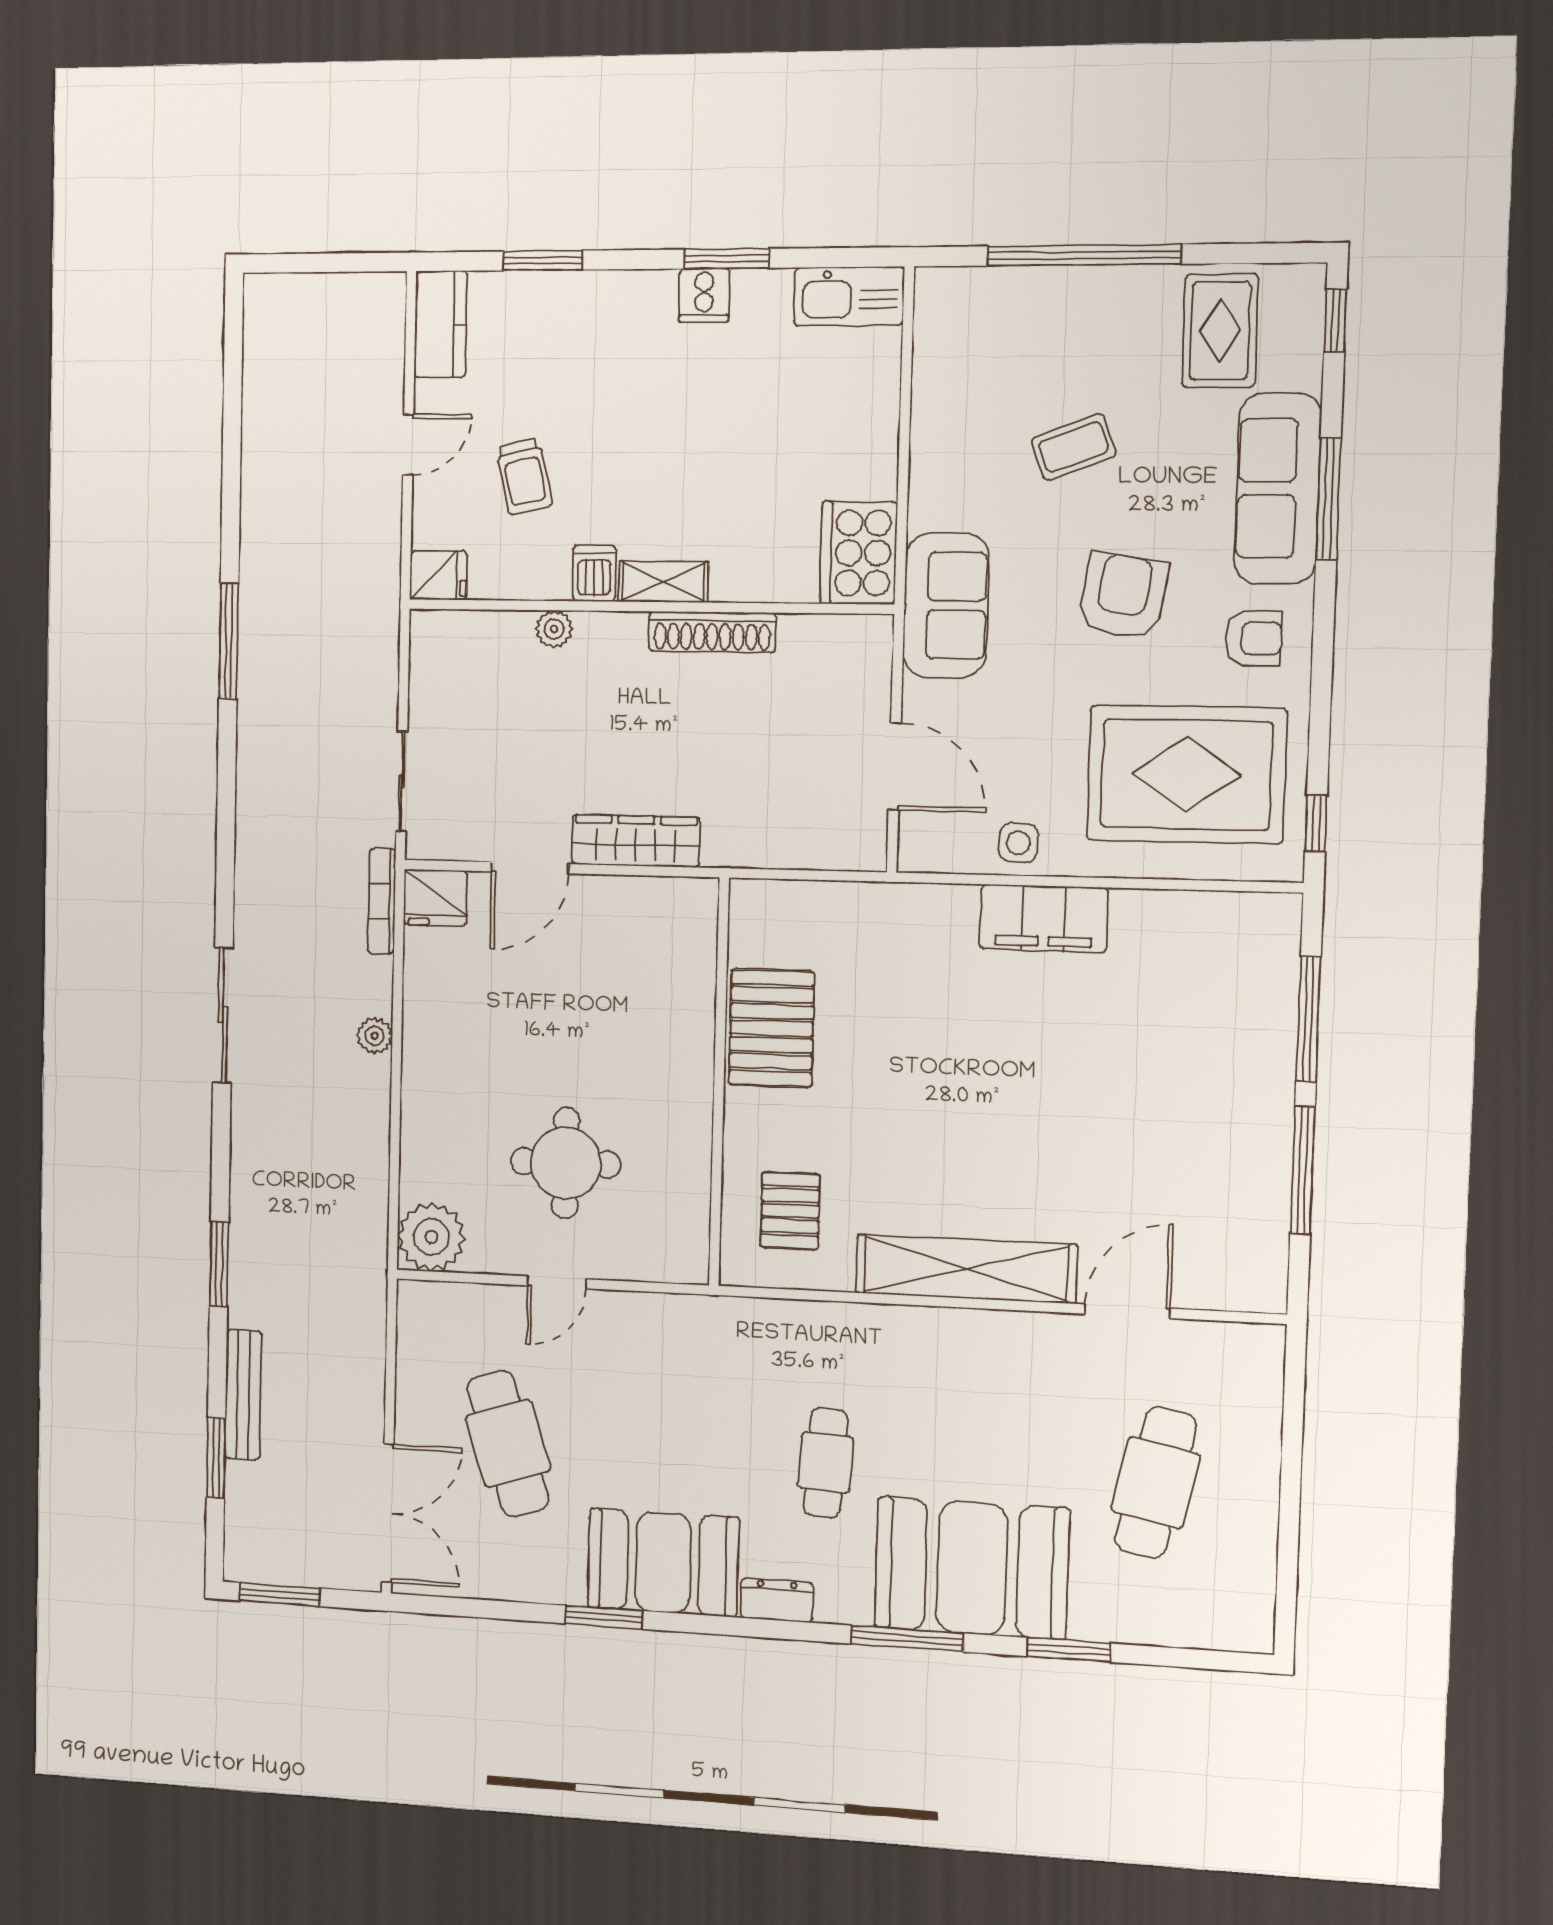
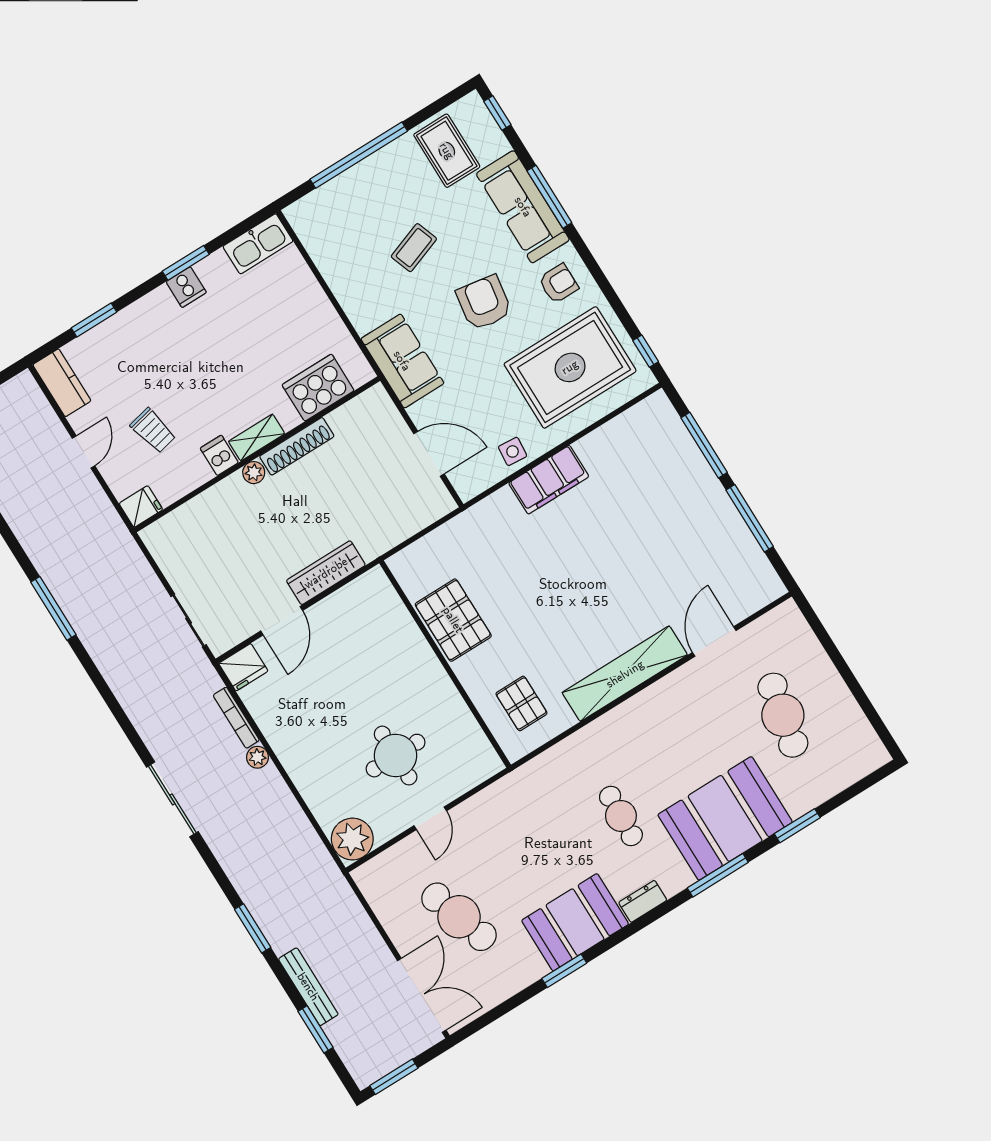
cooker: (859, 553) -> (318, 388), moved, turned 90
plant: (554, 629) -> (254, 473), moved
bookcase: (382, 901) -> (236, 718), moved

